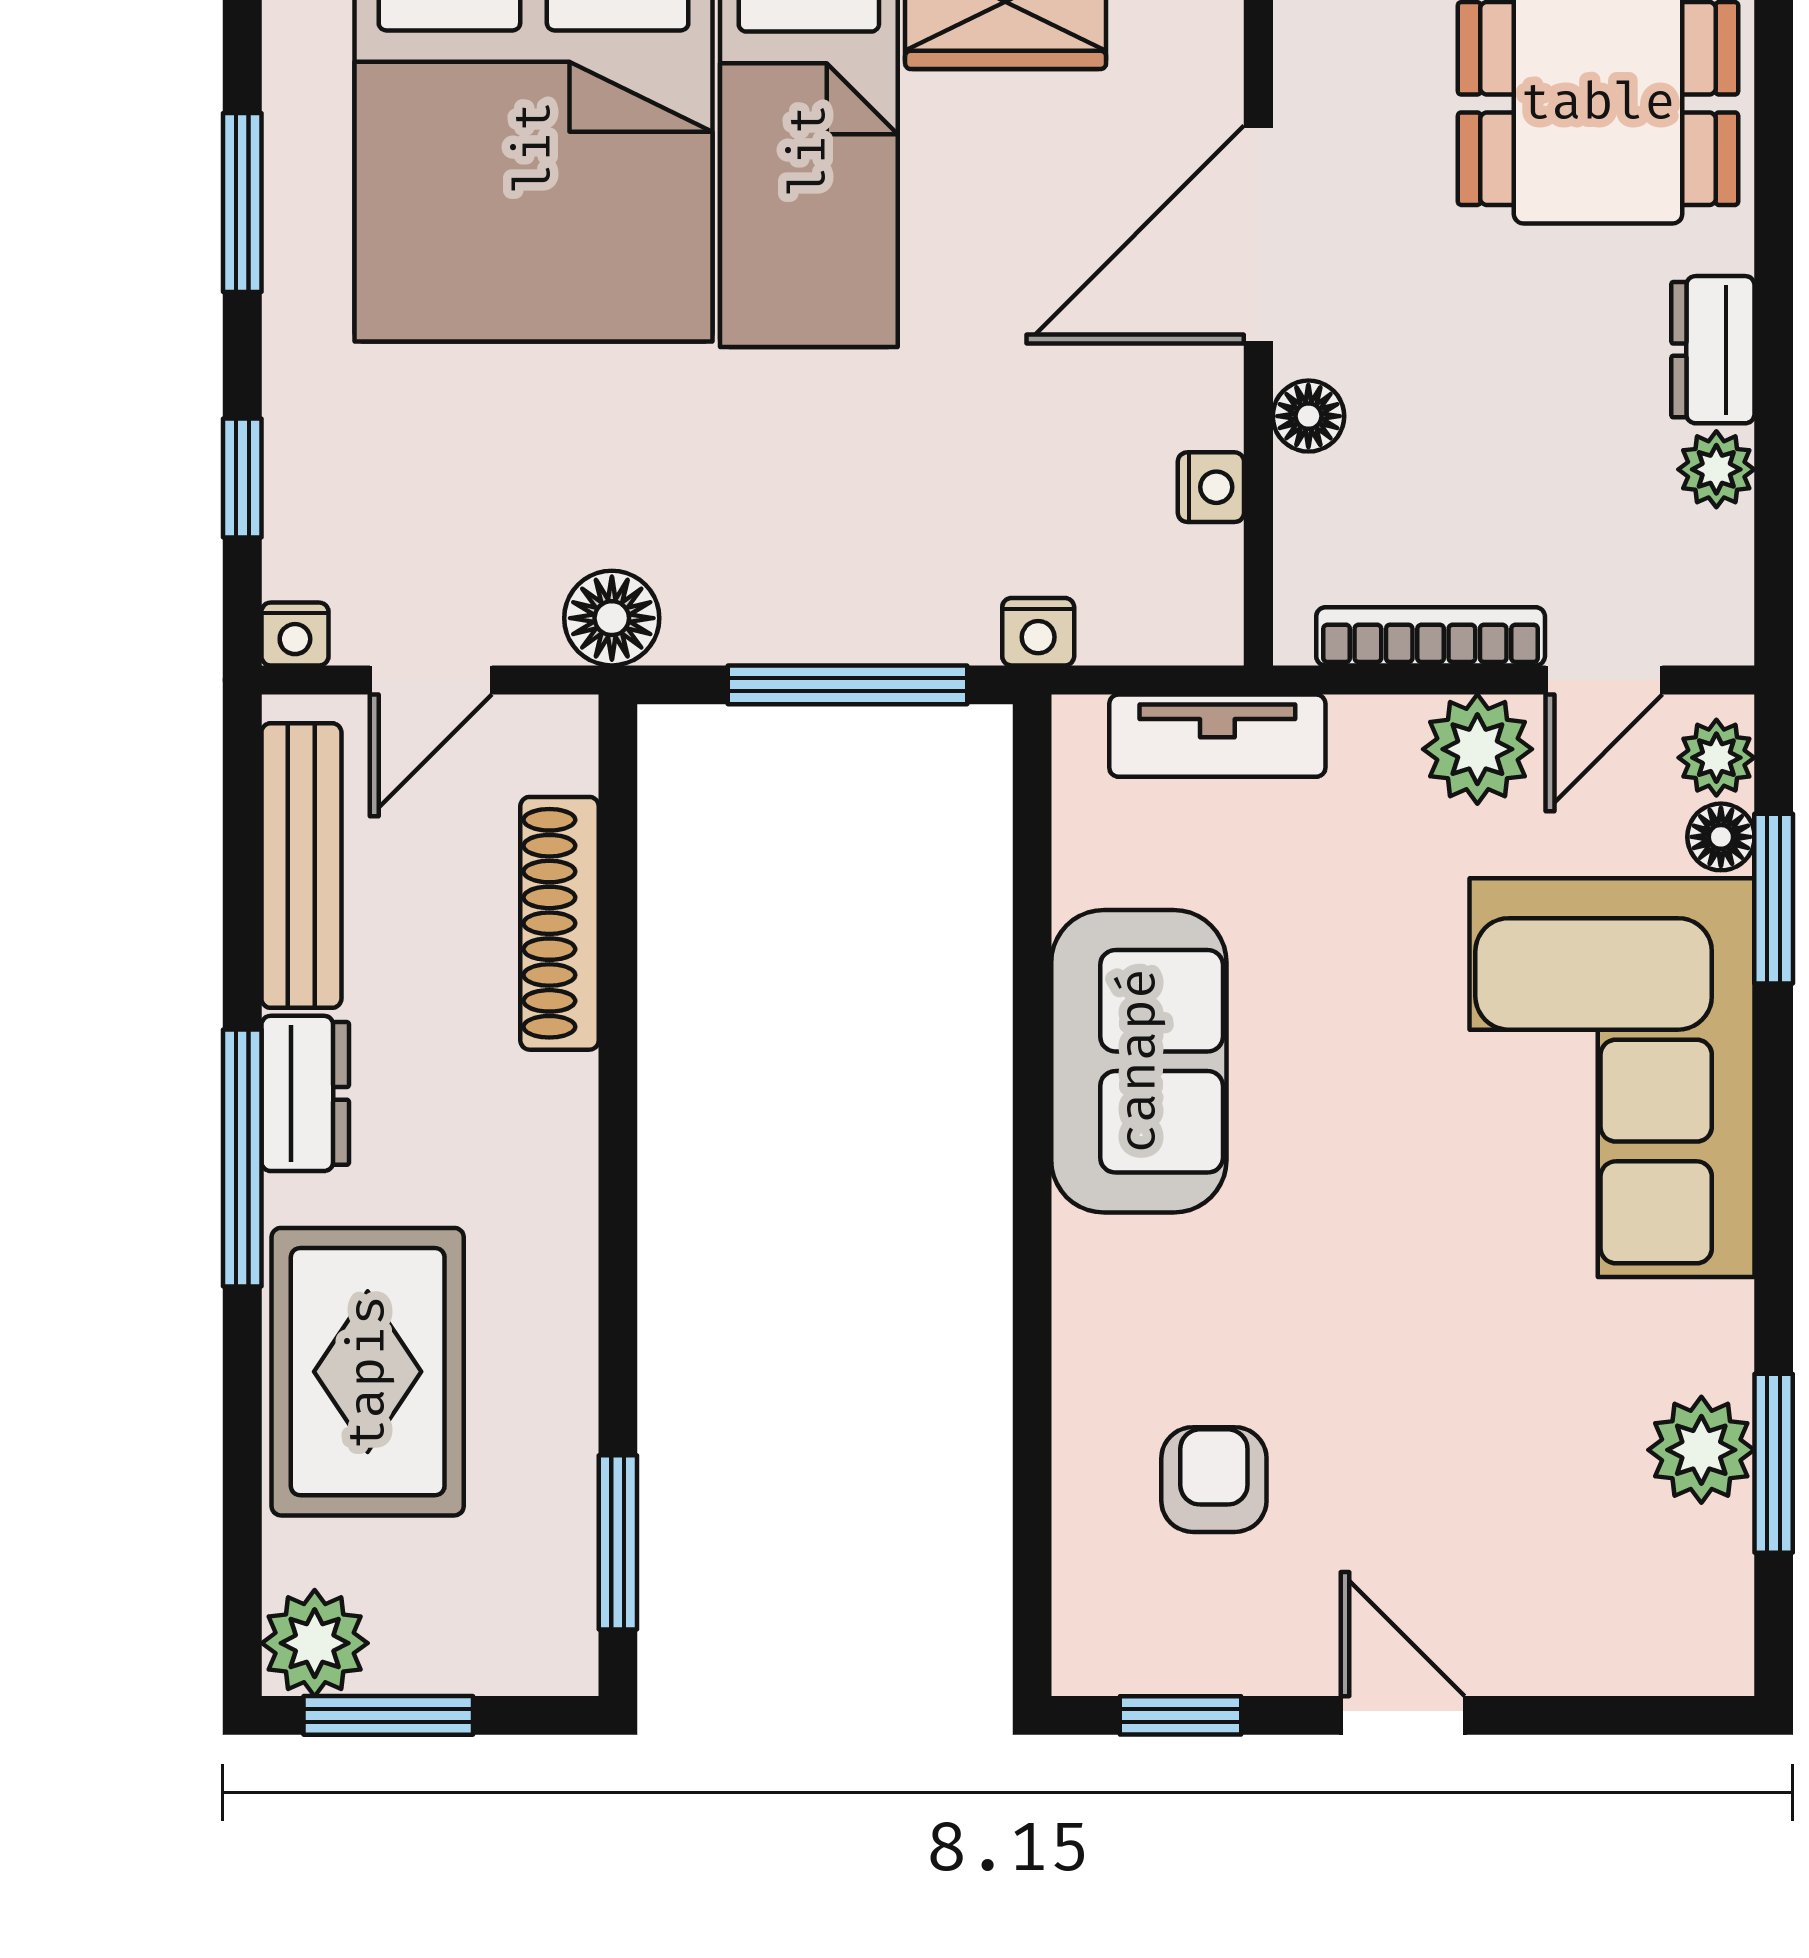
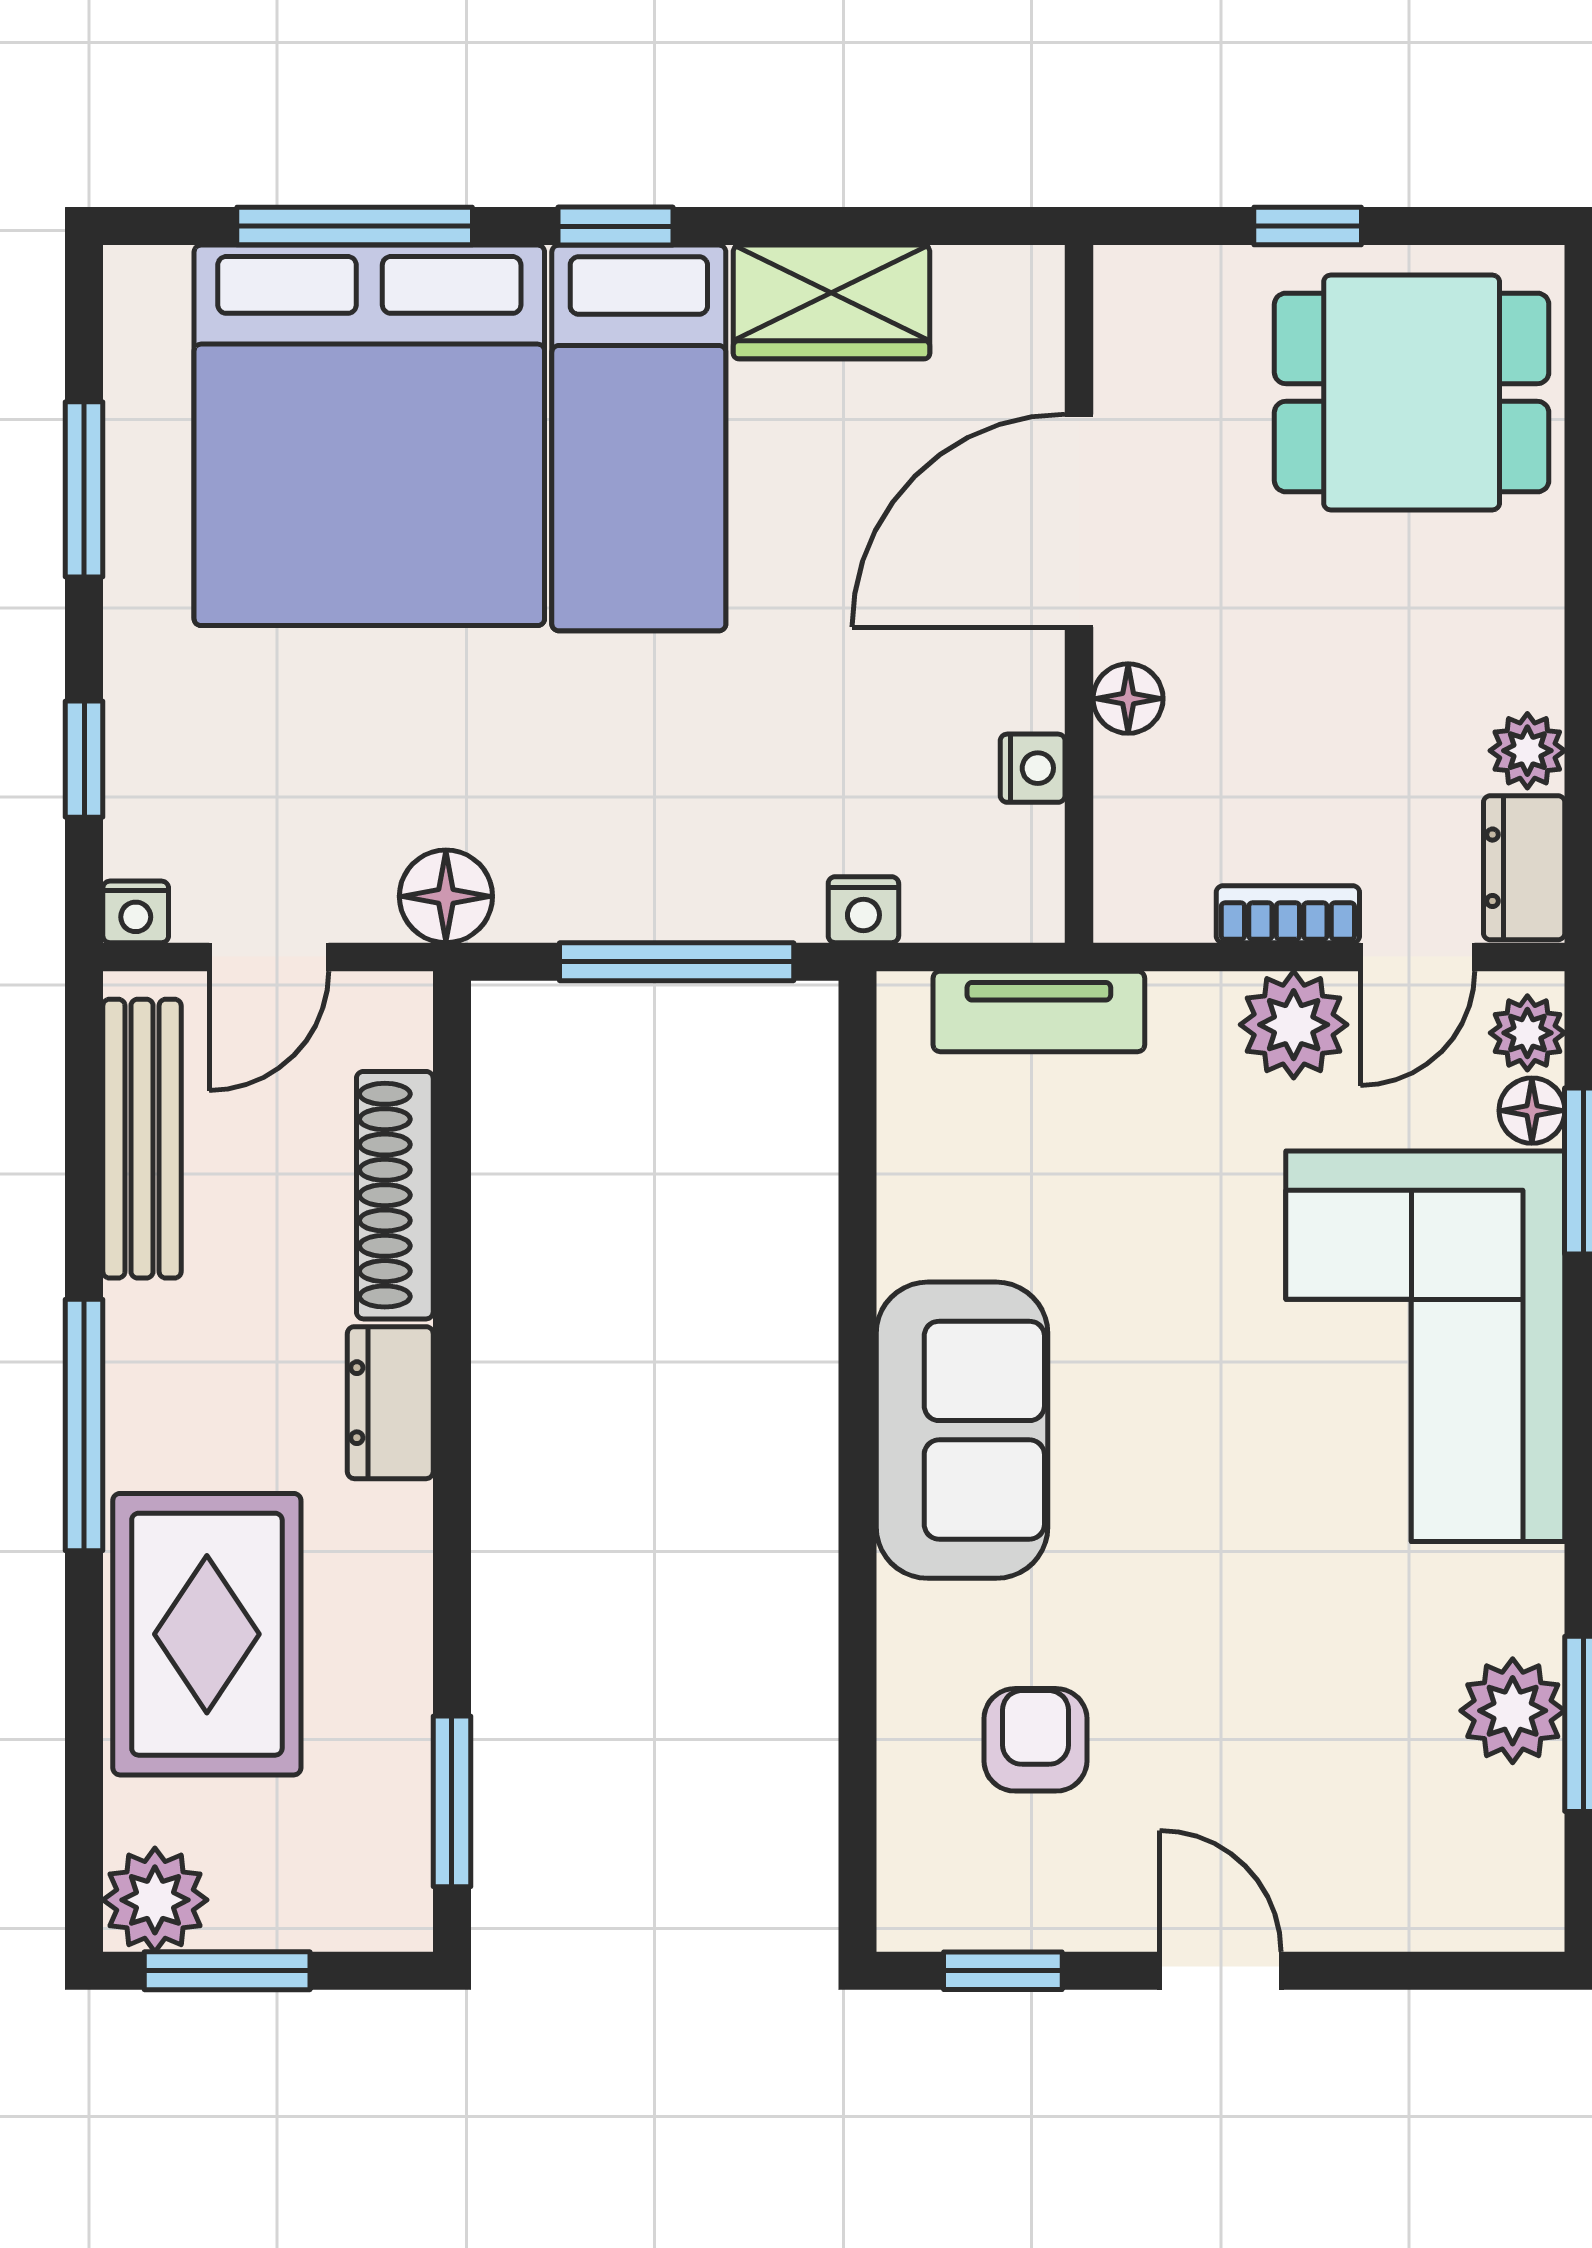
dresser: (1713, 350) -> (1524, 868), moved
bookcase: (1431, 636) -> (1288, 914), width x0.64
sofa: (1139, 1061) -> (962, 1430), moved
dresser: (305, 1093) -> (390, 1403), moved, turned 180

